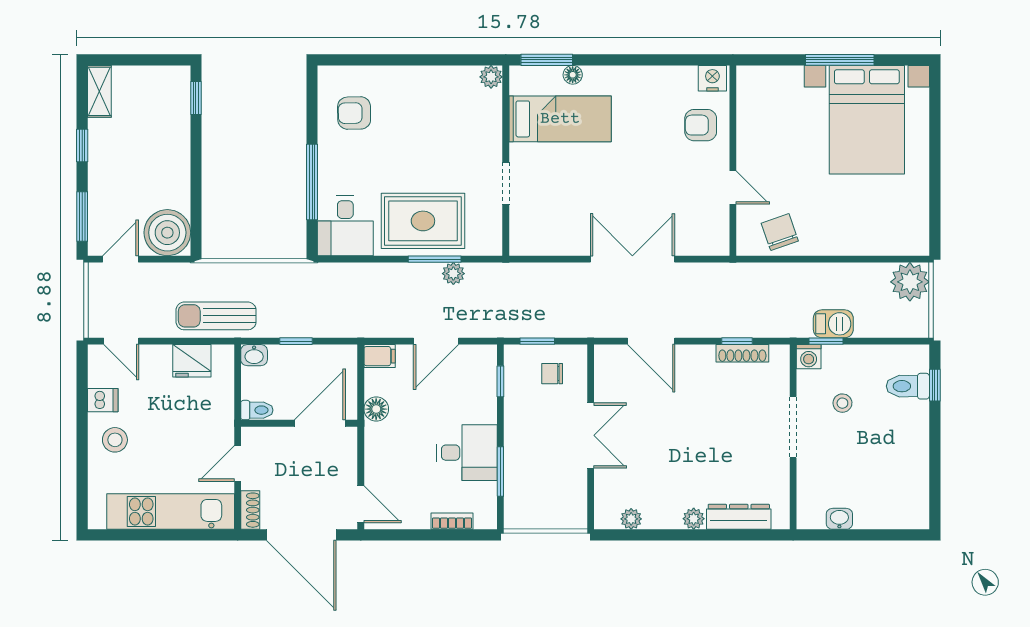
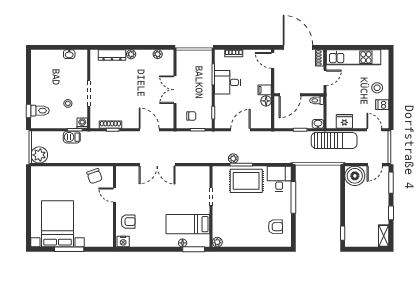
sun lounger: (216, 316) -> (334, 140), width x1.36, depth x1.34
filing cabinet: (380, 356) -> (265, 90), moved

